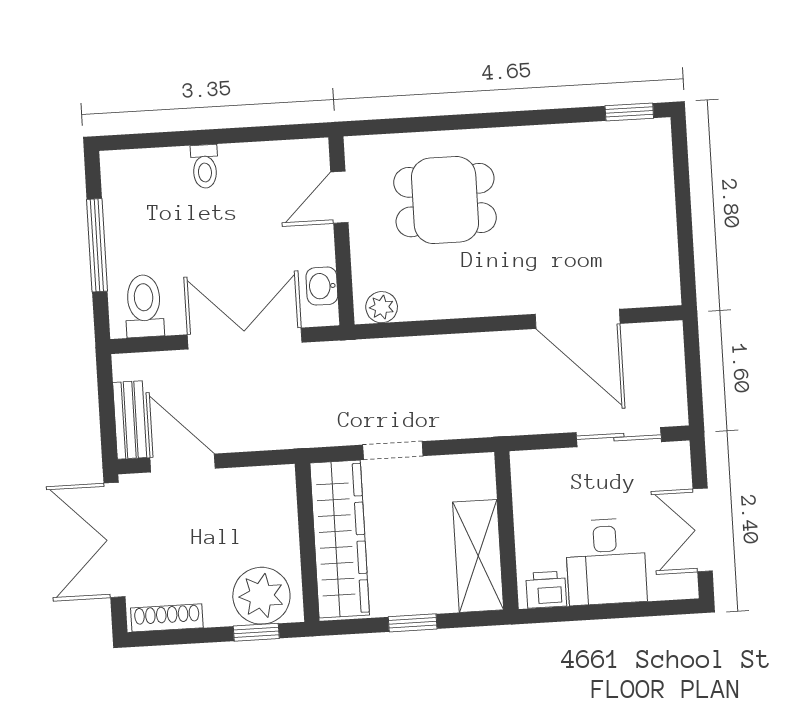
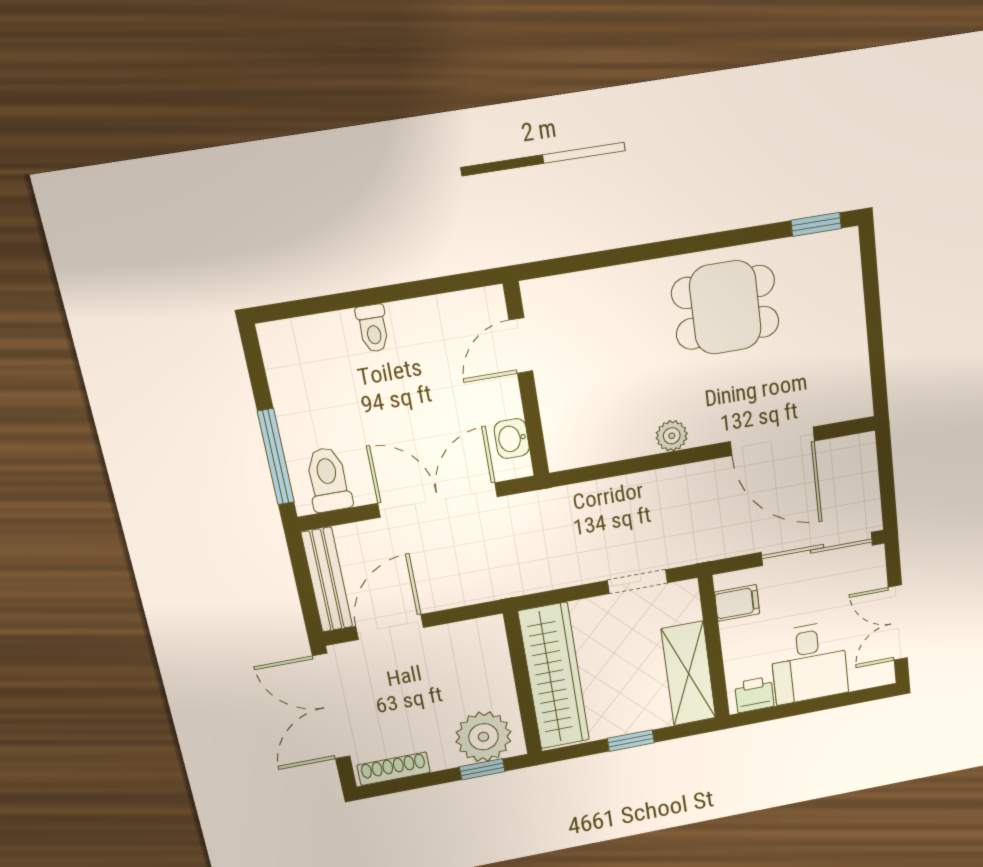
dining table: (445, 200) -> (725, 307), moved
window: (97, 245) -> (276, 457), moved
plant: (382, 307) -> (672, 436), moved
bench: (130, 420) -> (327, 580), width x1.36
sliding door: (619, 437) -> (817, 549), width x1.37
doorway: (393, 450) -> (638, 582), moved
door: (183, 463) -> (390, 627), hinge flipped
filing cabinet: (533, 485) -> (737, 603), added

